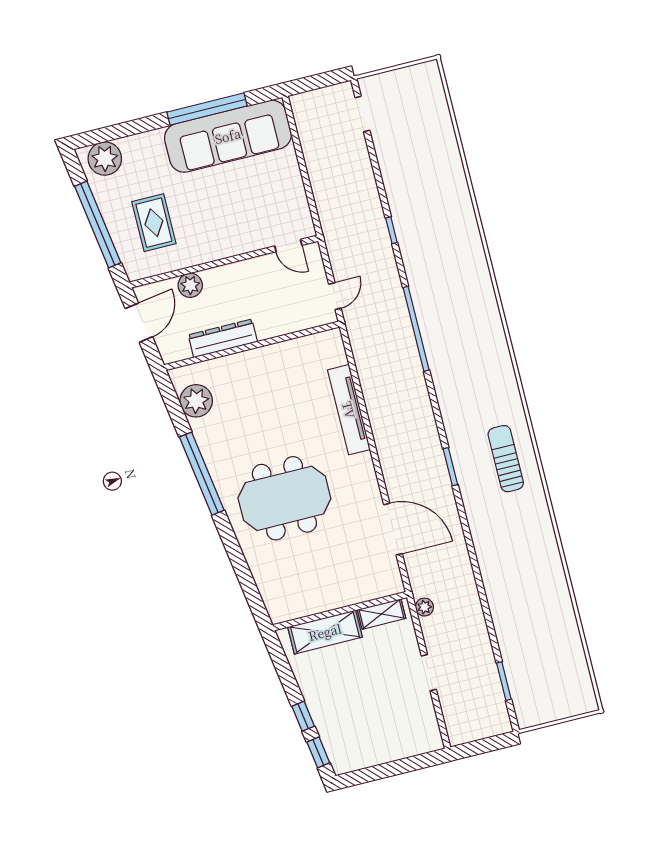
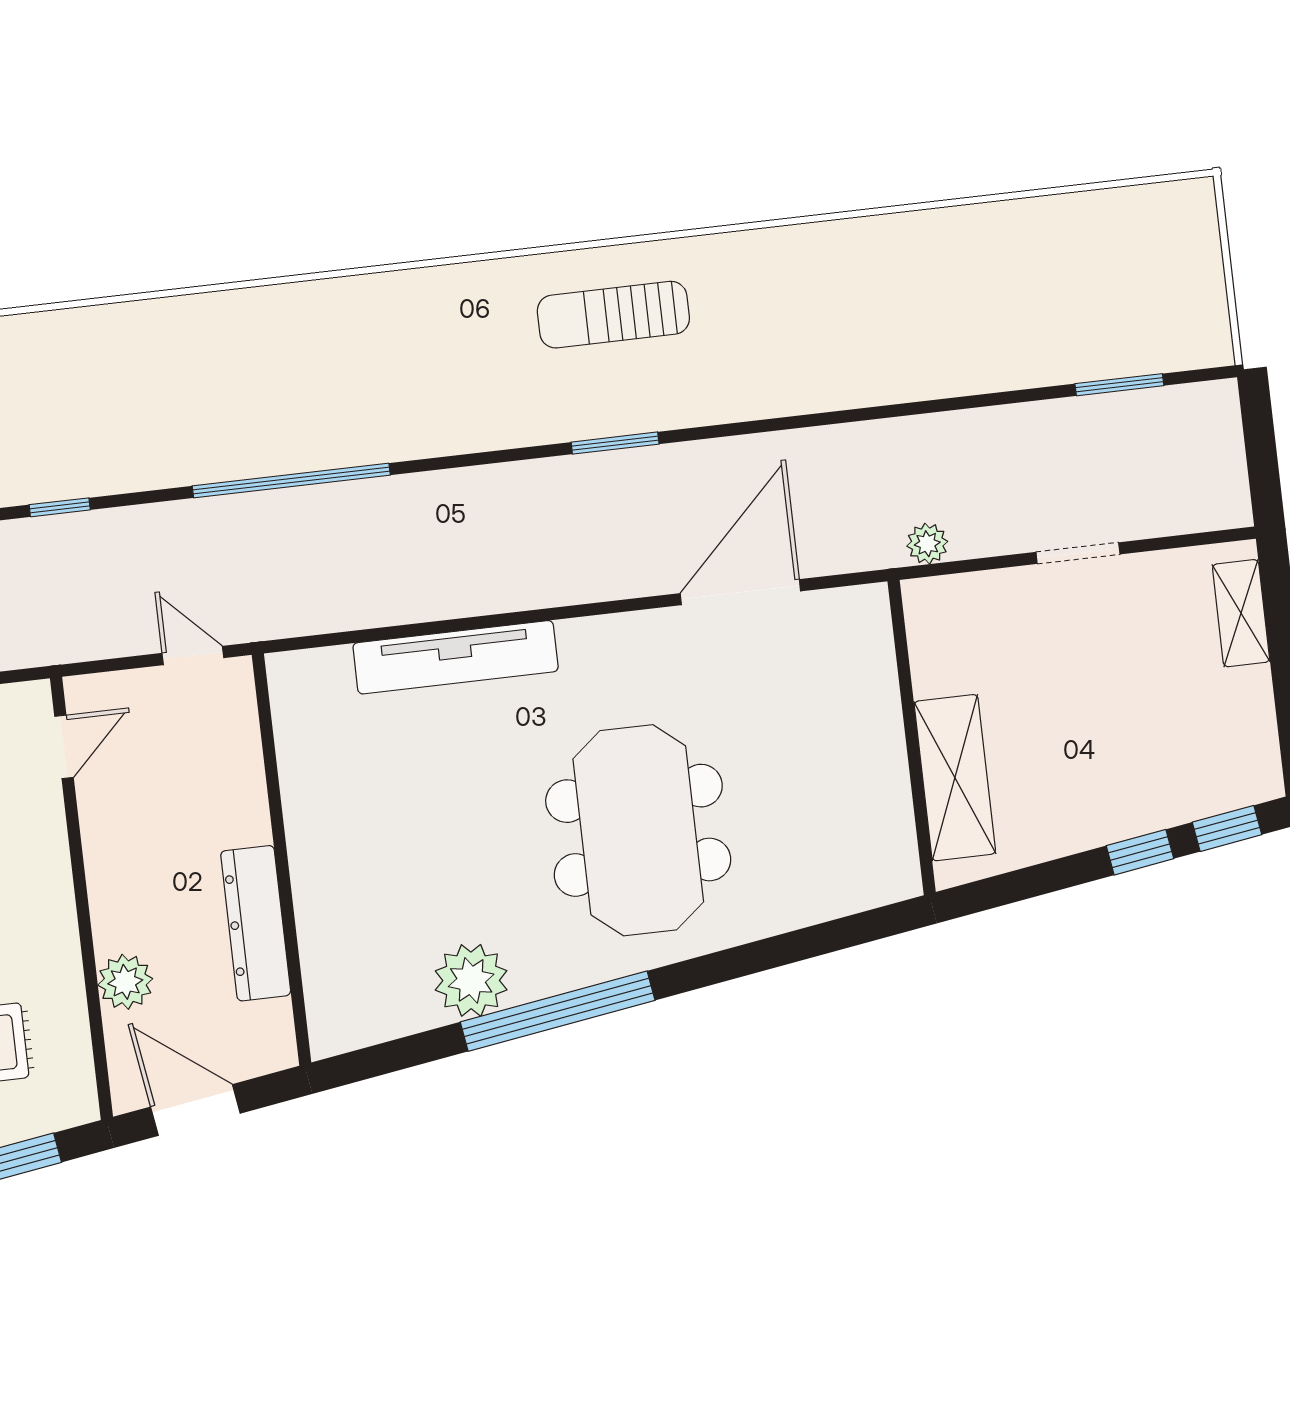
plant: (196, 401) -> (471, 980), moved
shelving: (382, 614) -> (1241, 613), moved

